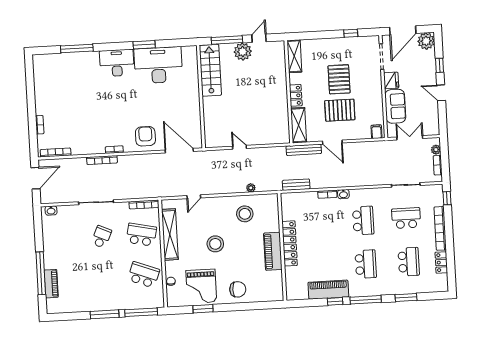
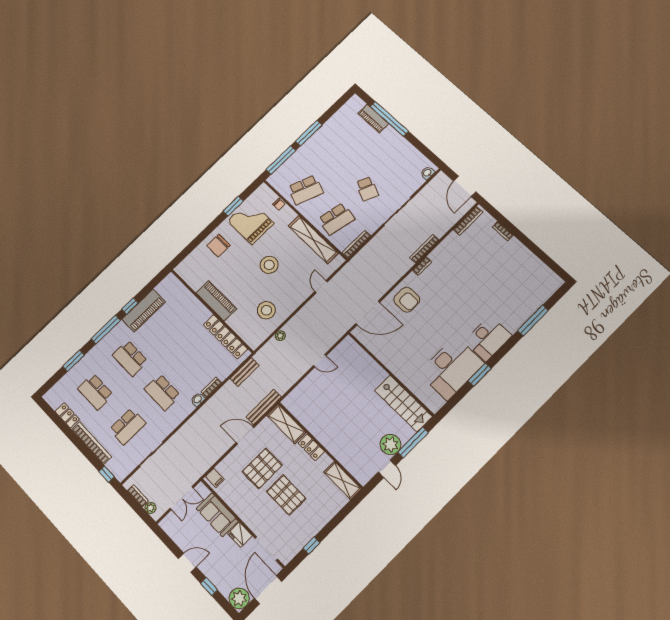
locker: (290, 243) -> (225, 337), moved

